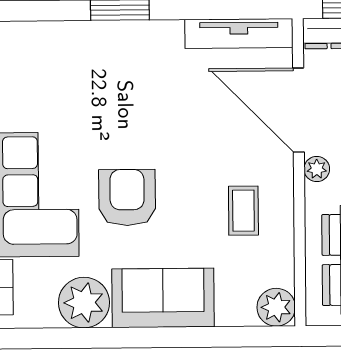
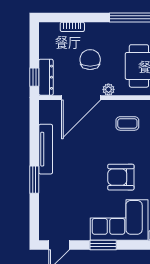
tv unit: (239, 33) -> (46, 149), moved

